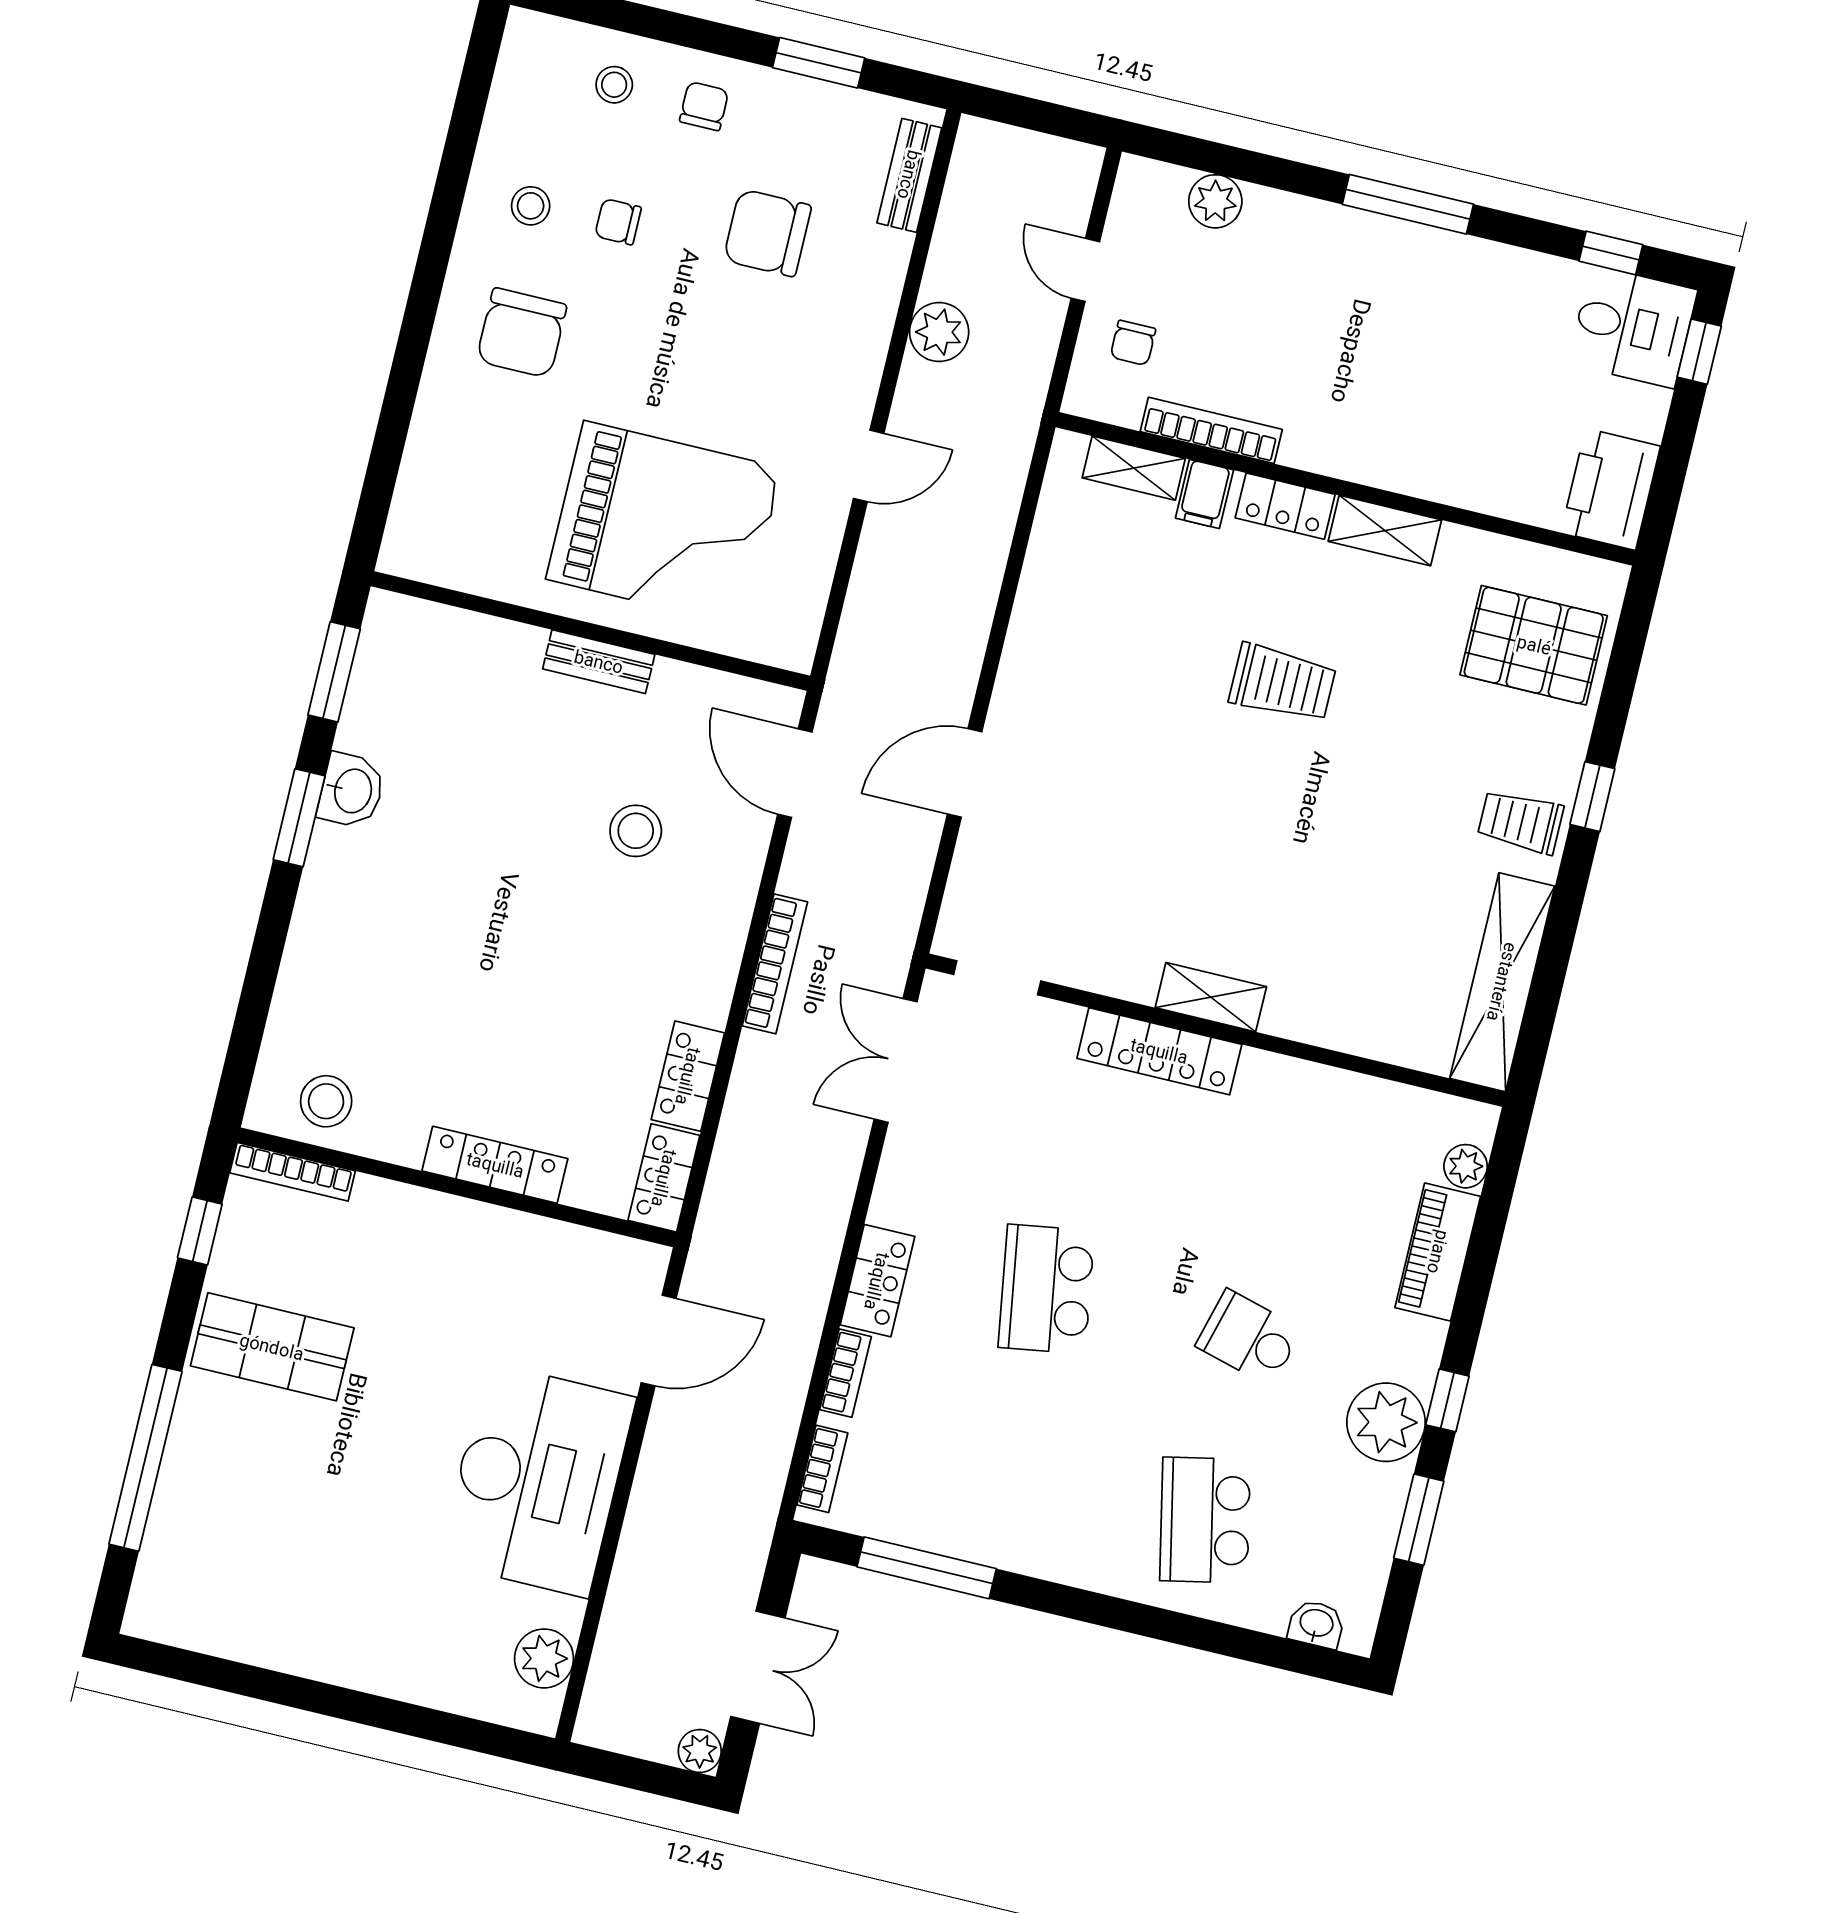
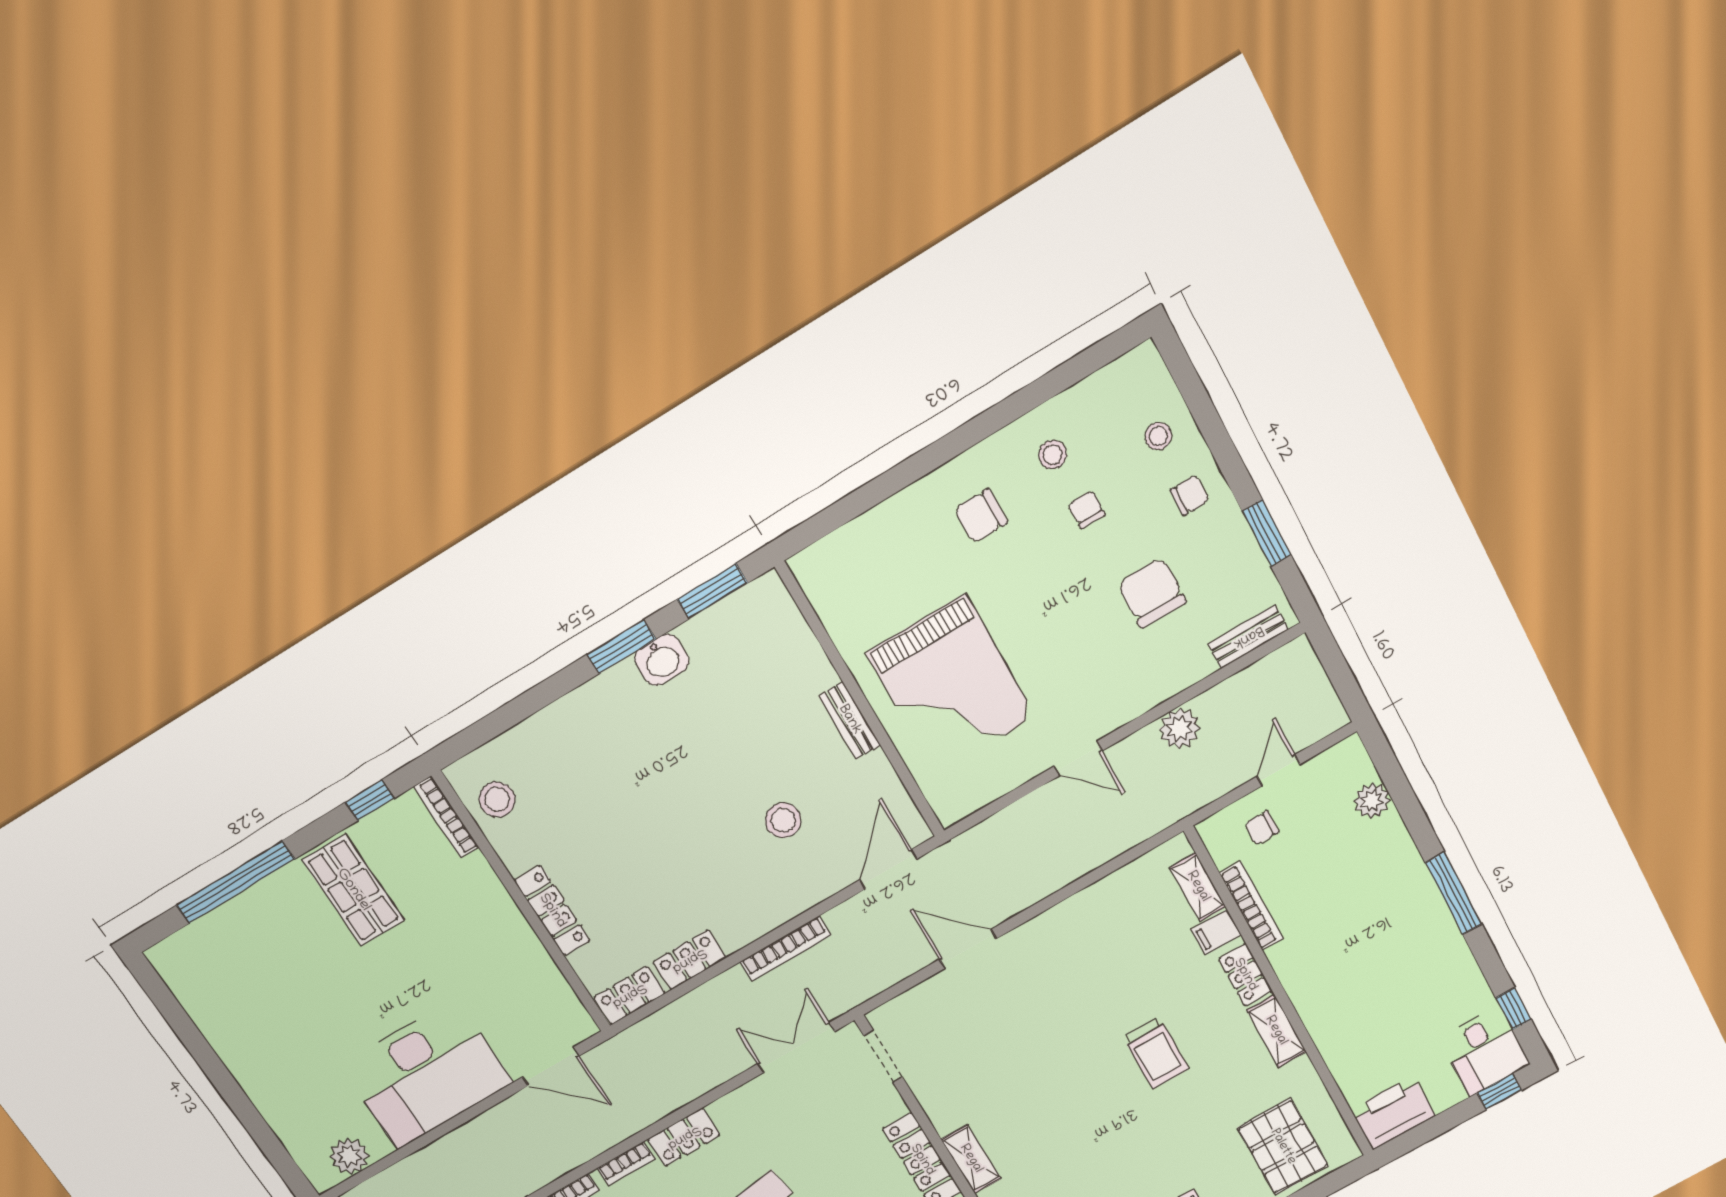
chair: (522, 333) -> (981, 516), width x0.73, depth x0.73

